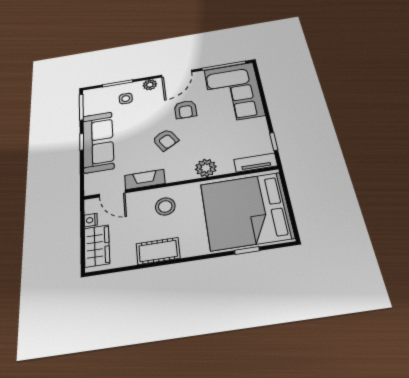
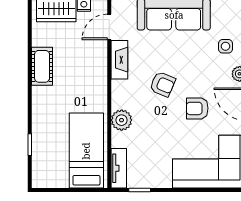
armchair: (166, 140) -> (163, 84), turned -126
stool: (165, 206) -> (86, 77), removed
bed: (246, 211) -> (86, 151), width x0.49

